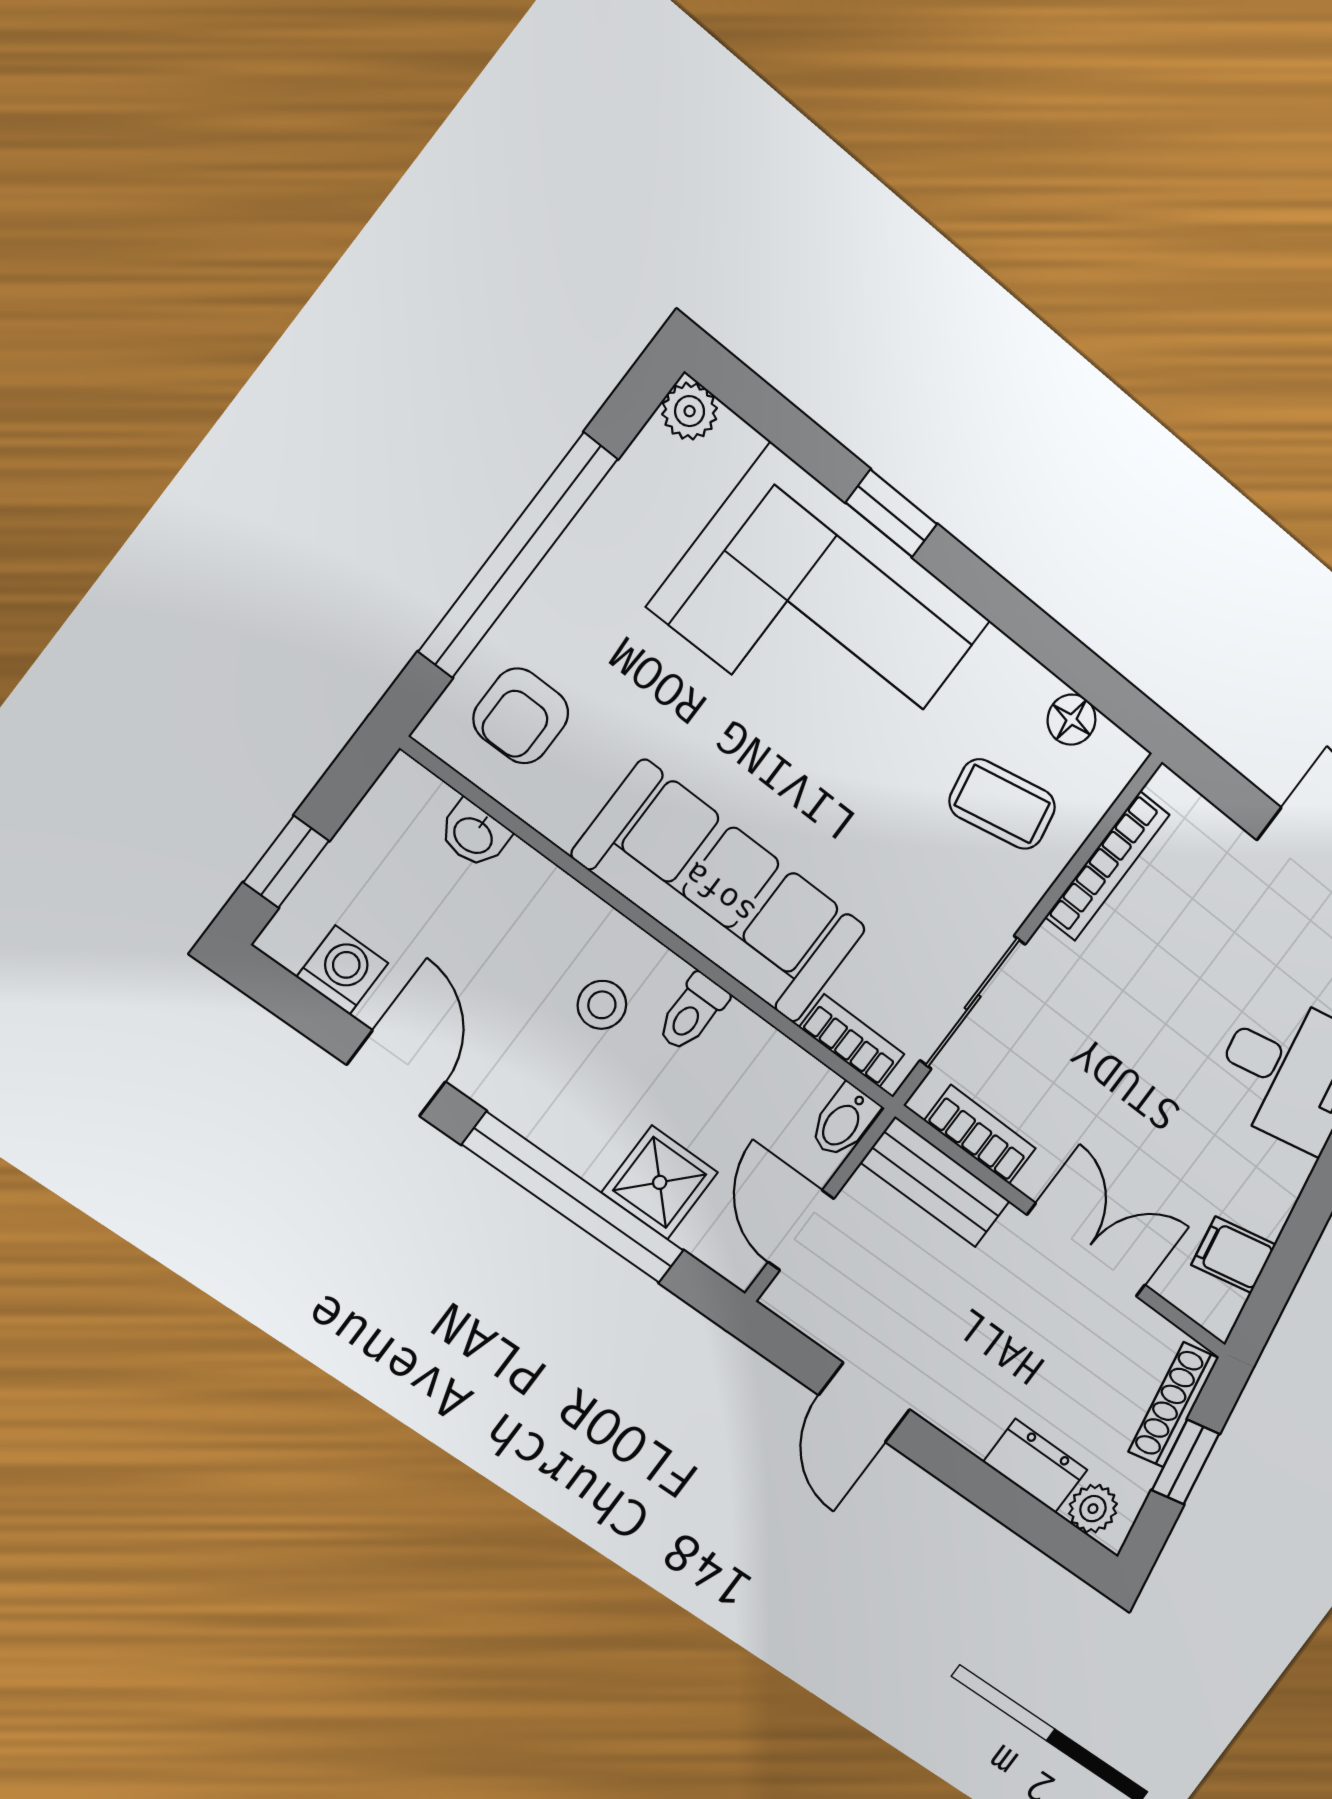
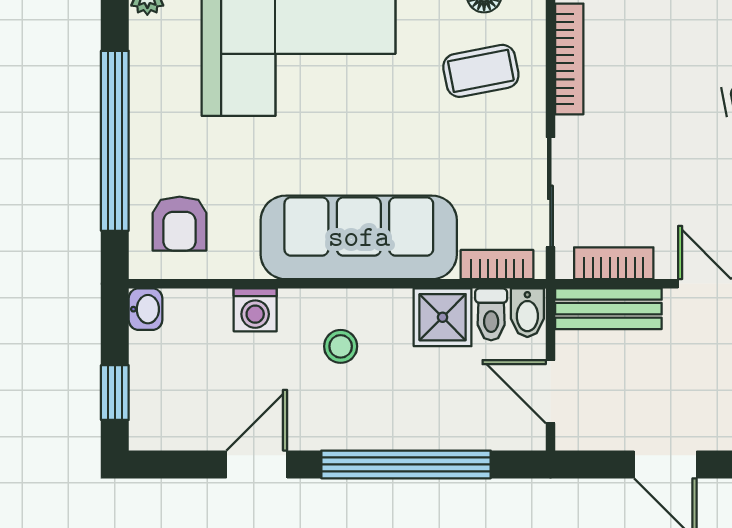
washbasin: (474, 834) -> (146, 309), moved, turned -90
washing machine: (342, 970) -> (255, 310), moved, turned 180
toilet: (692, 1012) -> (491, 314), moved
door: (396, 1073) -> (257, 464), hinge flipped
shower: (660, 1182) -> (443, 317), moved

